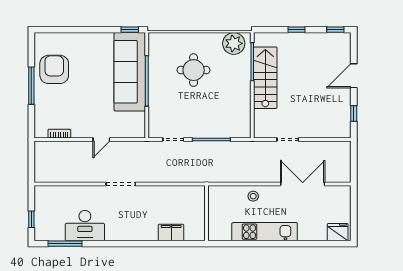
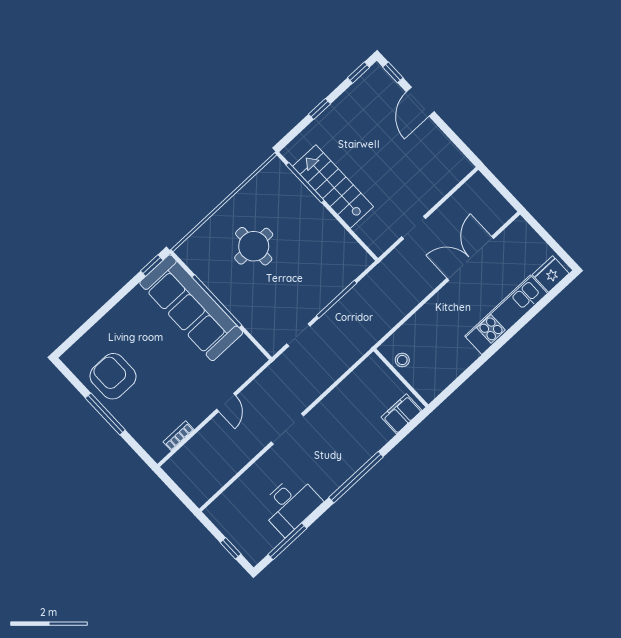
plant: (234, 43) -> (269, 182), removed
window: (354, 113) -> (393, 72), moved
stool: (253, 196) -> (402, 360), moved
filing cabinet: (171, 232) -> (401, 414), moved
kitchen unit: (265, 232) -> (506, 315), moved
window: (133, 244) -> (356, 477), added

